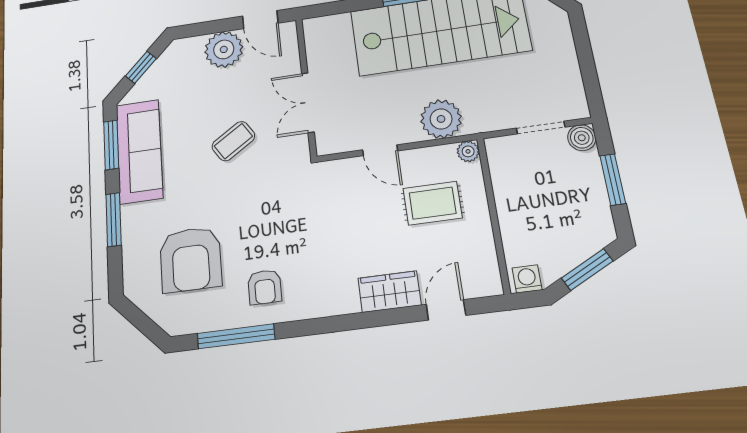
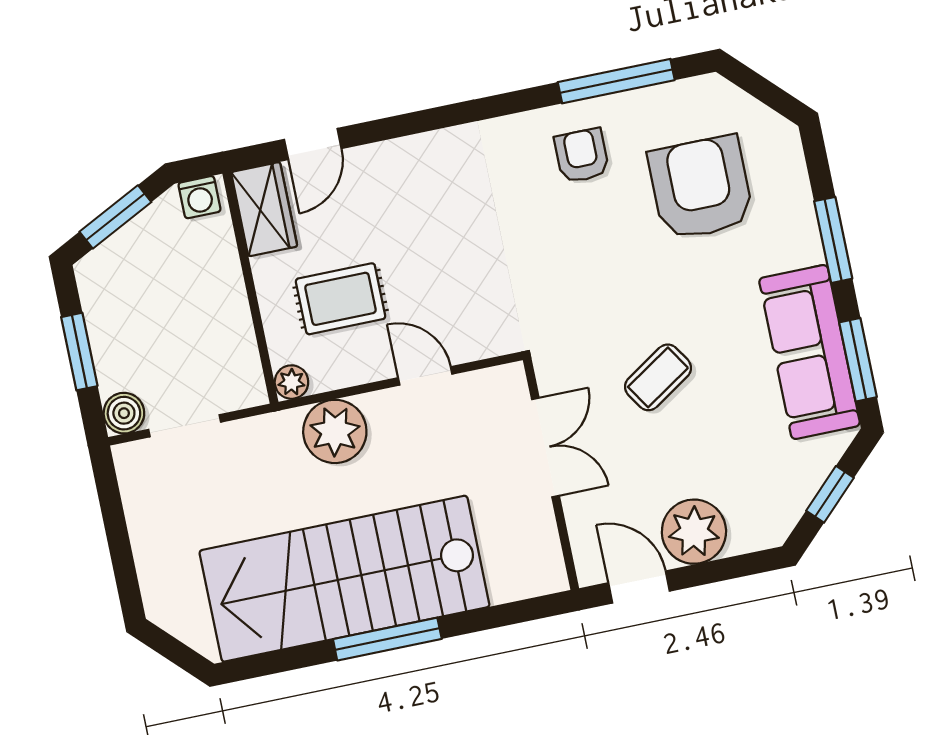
wardrobe: (390, 292) -> (264, 209), moved, turned -90

